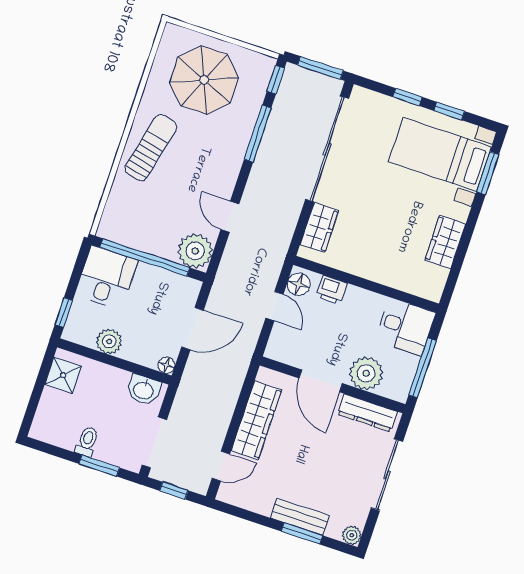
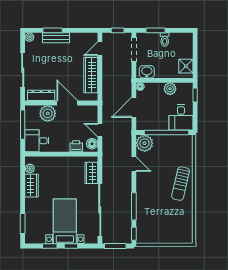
parasol: (204, 80) -> (167, 223), removed
bed with nightstands: (440, 154) -> (65, 221), moved, turned -90
plant: (438, 277) -> (30, 168), added

